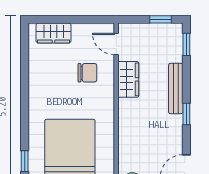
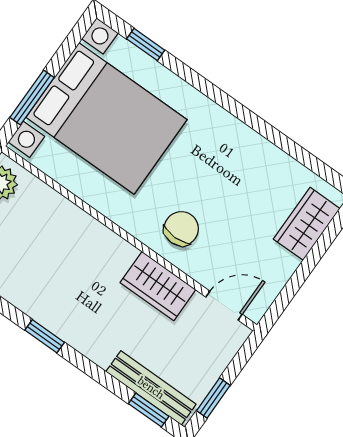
chair: (87, 73) -> (181, 229), moved, turned 180
bench: (176, 88) -> (151, 388), moved

